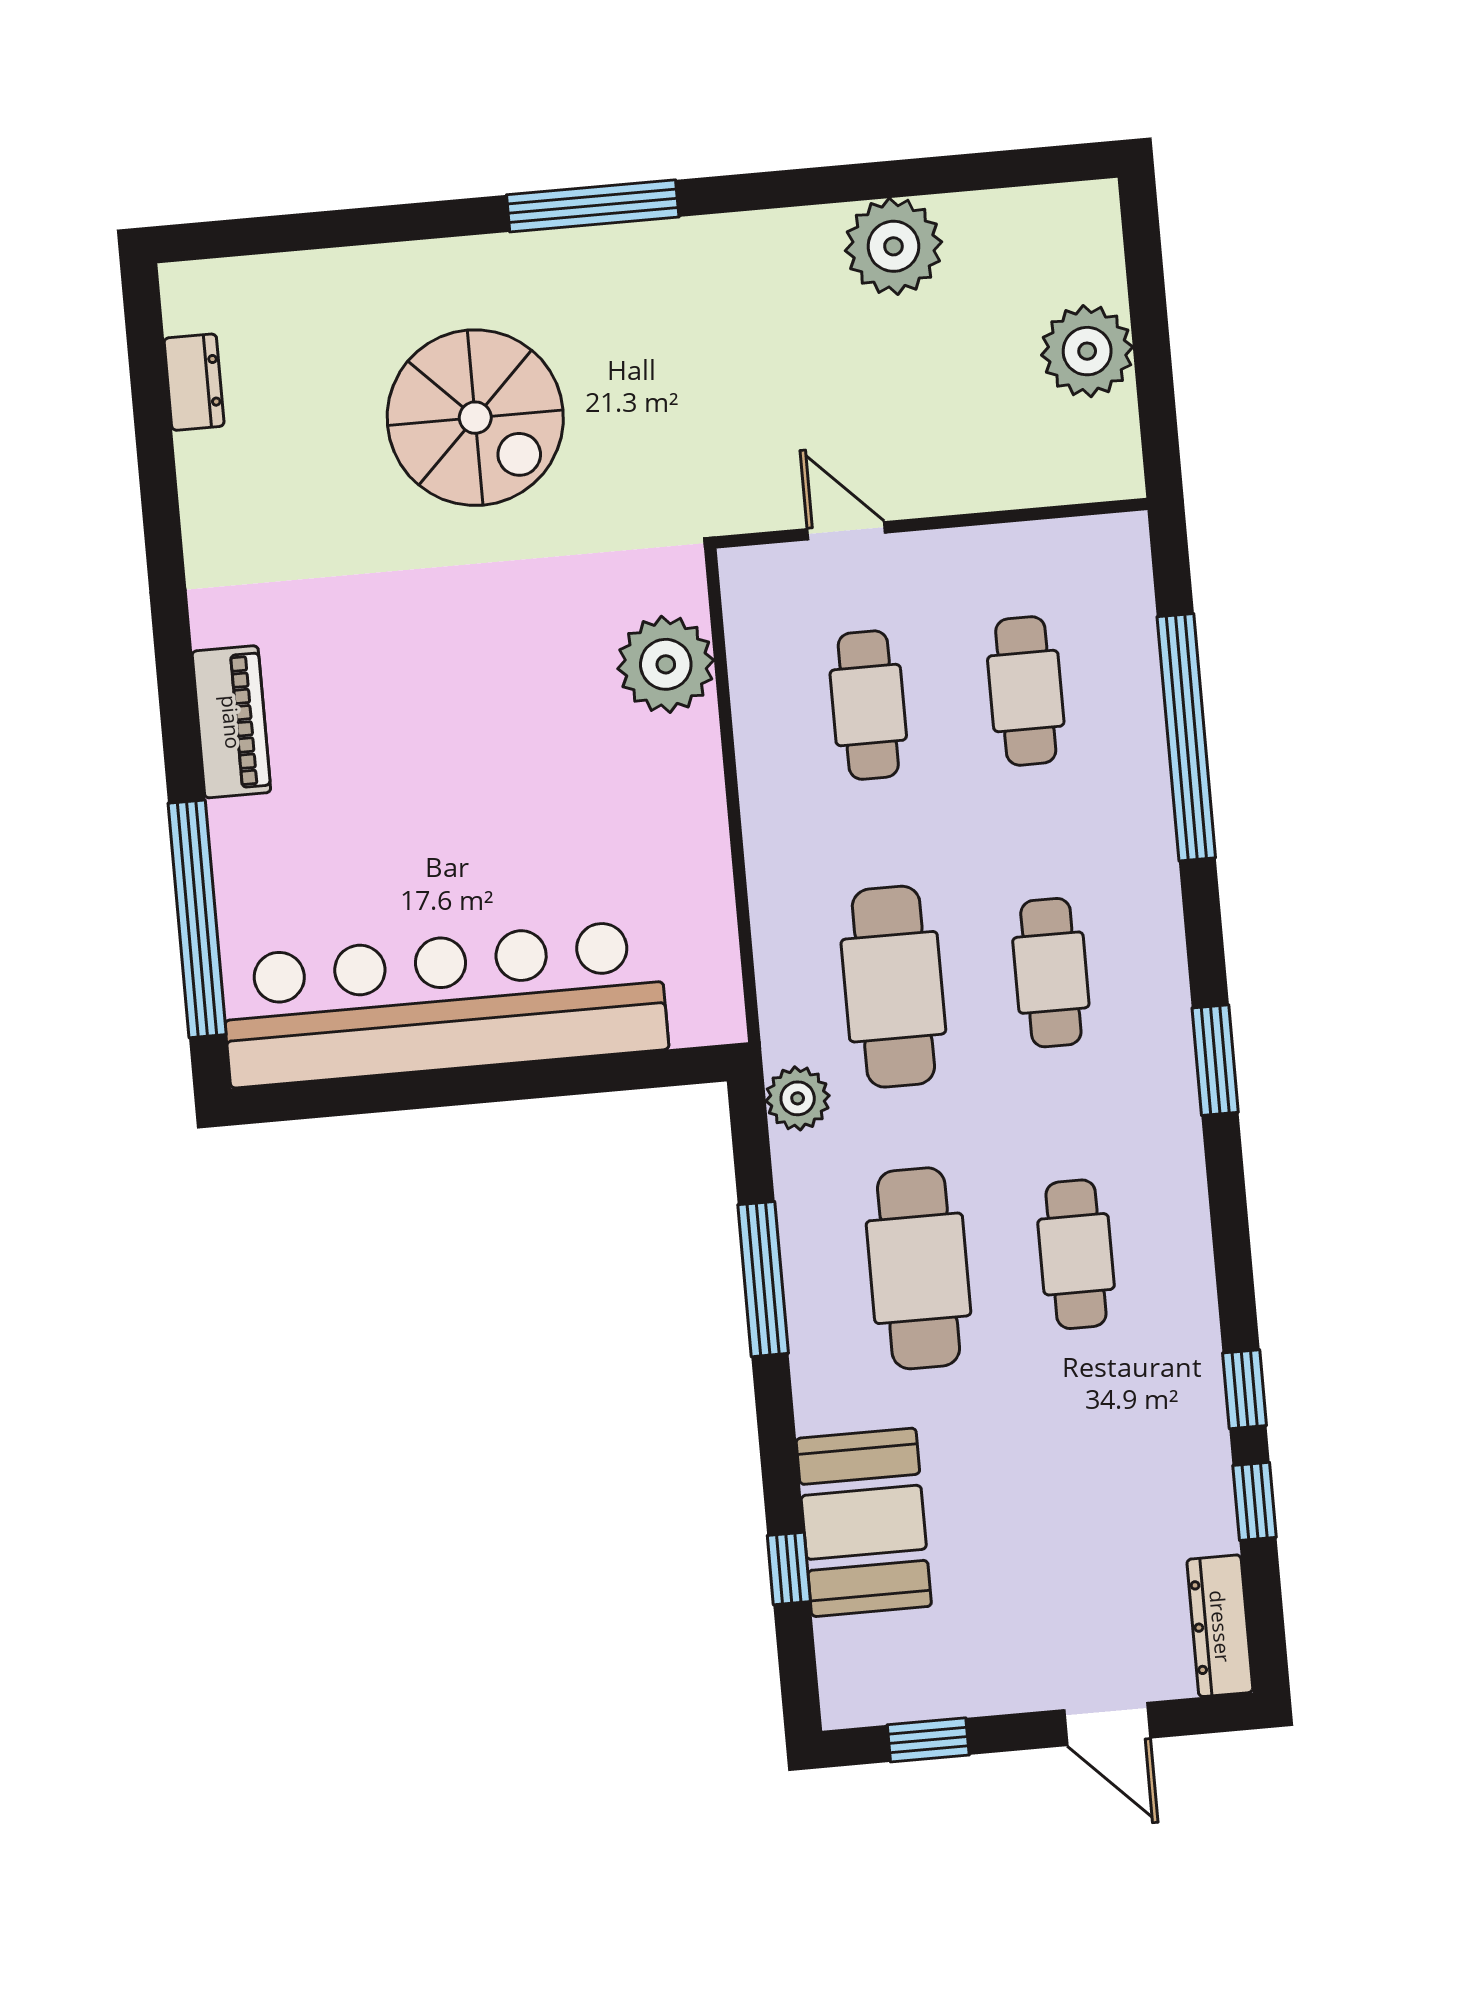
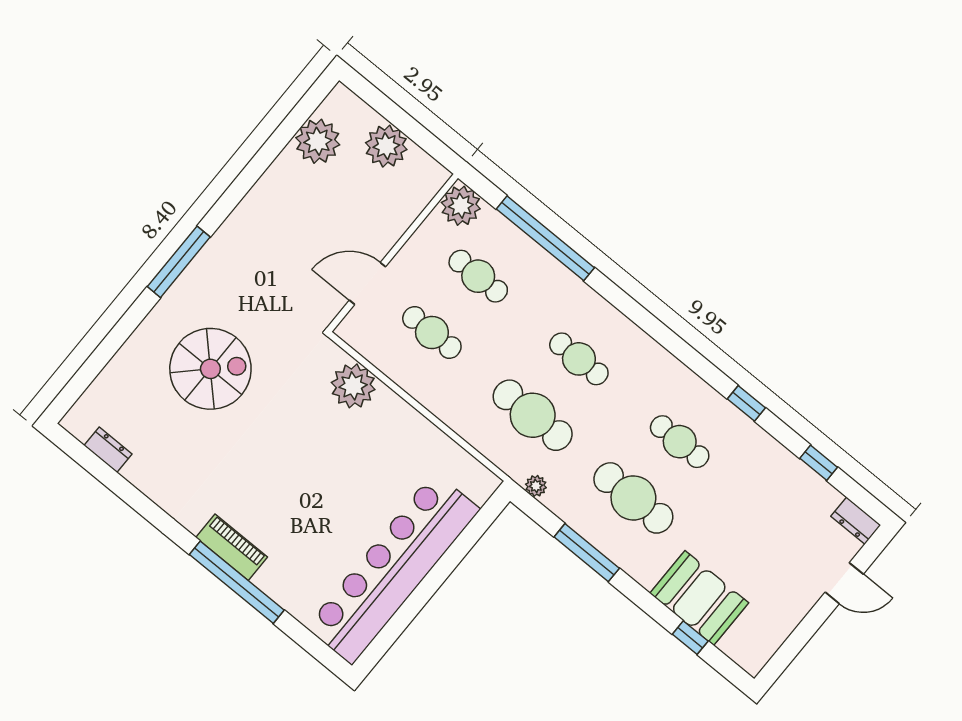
plant: (893, 246) -> (318, 141), moved
door: (846, 531) -> (368, 283), width x1.37
plant: (1108, 557) -> (461, 206), added
window: (197, 919) -> (237, 582), moved
window: (1215, 1060) -> (661, 333), removed
plant: (798, 1098) -> (536, 486), width x0.73, depth x0.73
window: (1245, 1389) -> (746, 403), moved
dresser: (1220, 1626) -> (856, 521), width x0.70
window: (928, 1740) -> (792, 647), removed

